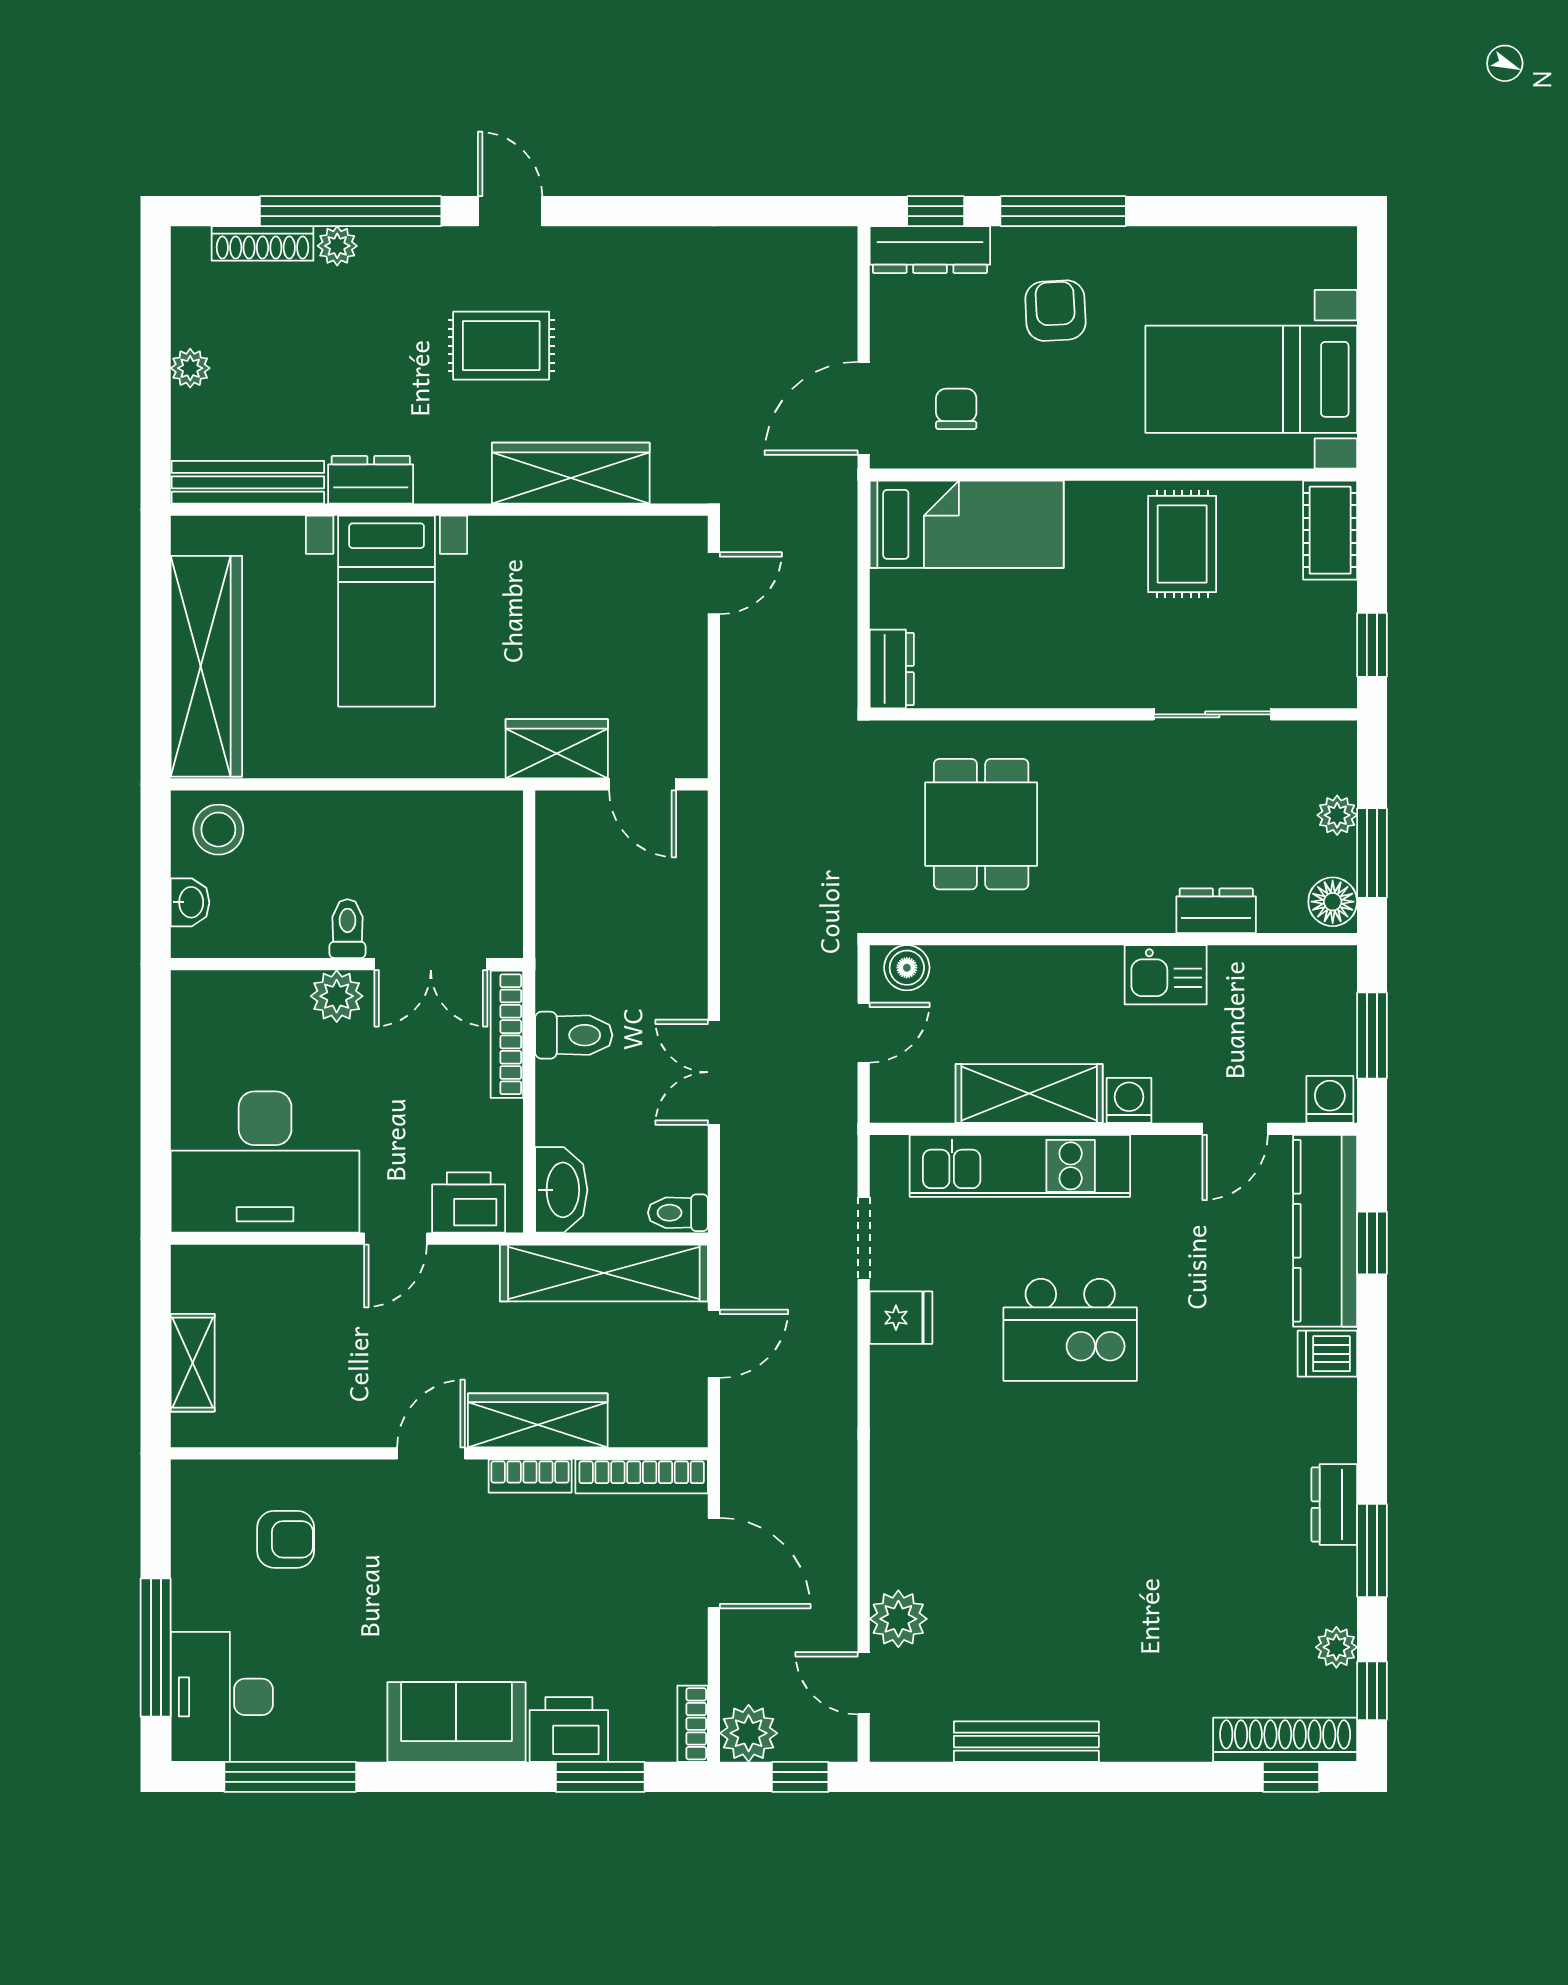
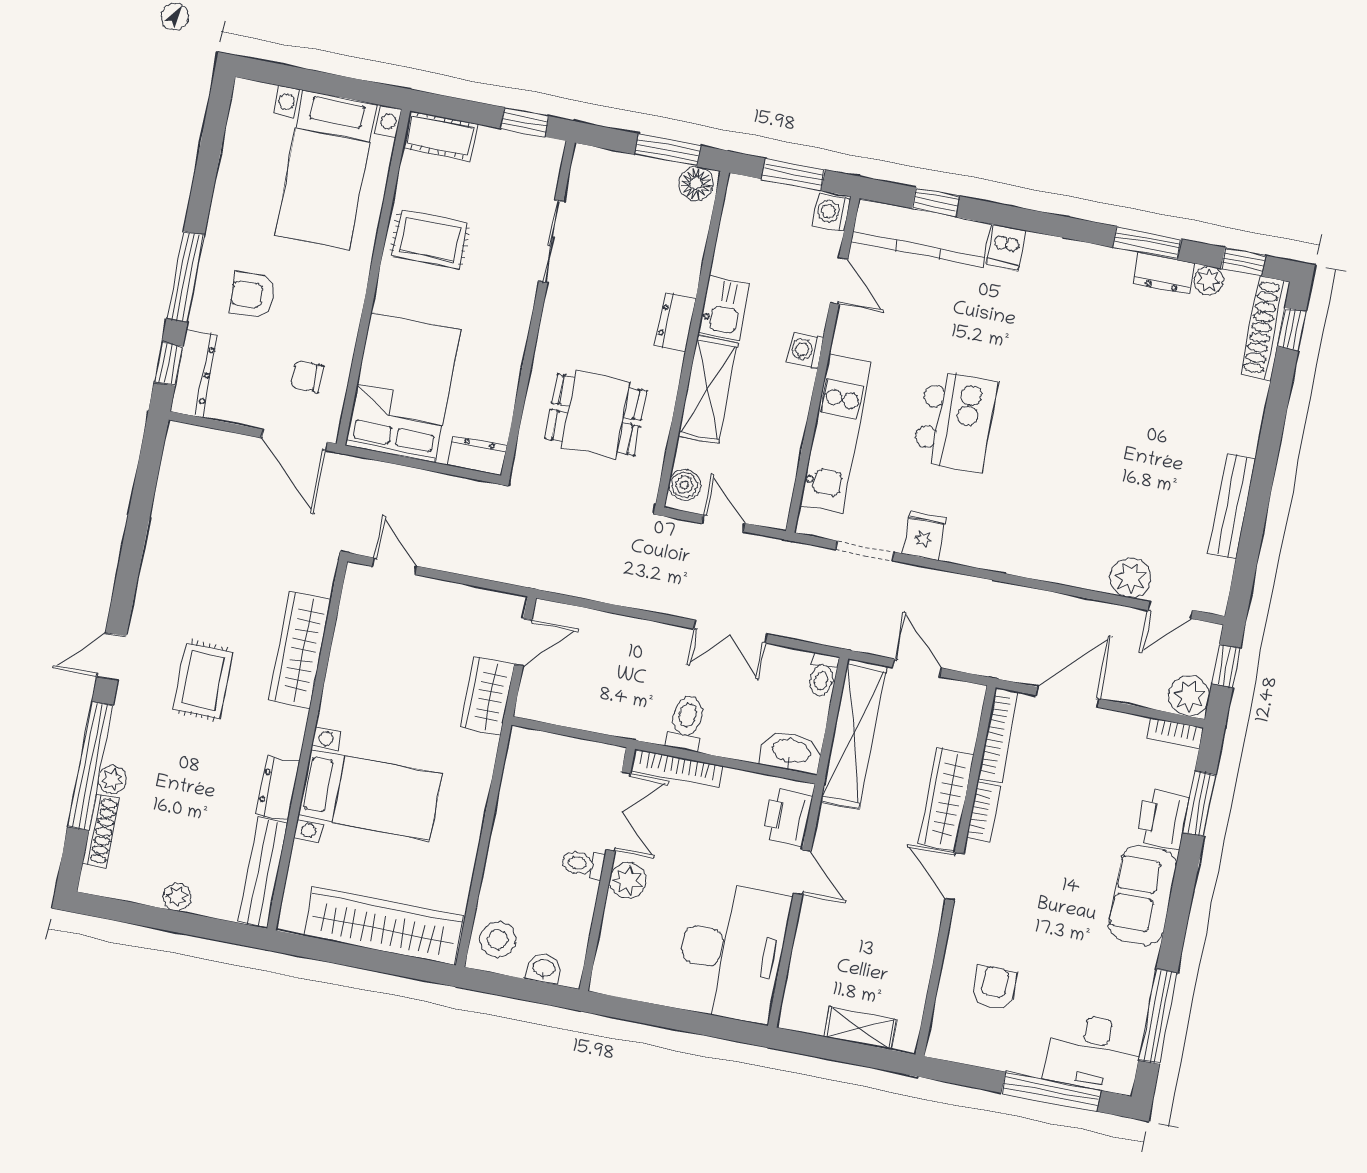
bed: (967, 524) -> (403, 388), width x1.50
plant: (1337, 815) -> (637, 169), removed
dresser: (1216, 911) -> (675, 322), moved
shelving: (1029, 1093) -> (708, 389), moved
dresser: (1334, 1505) -> (1164, 273), moved

